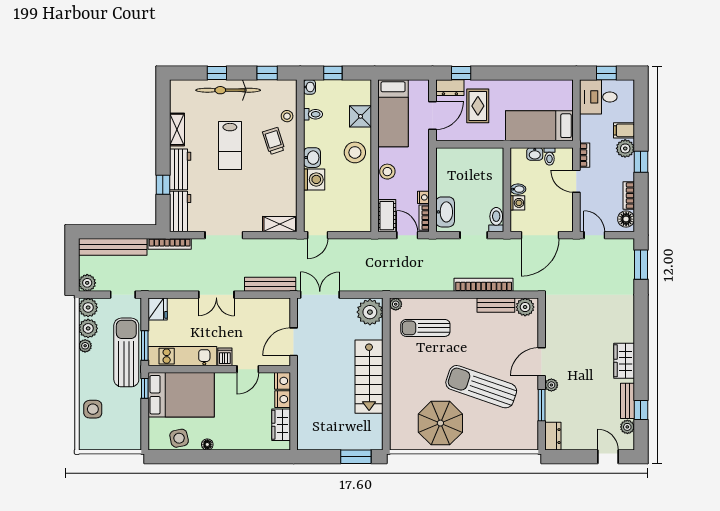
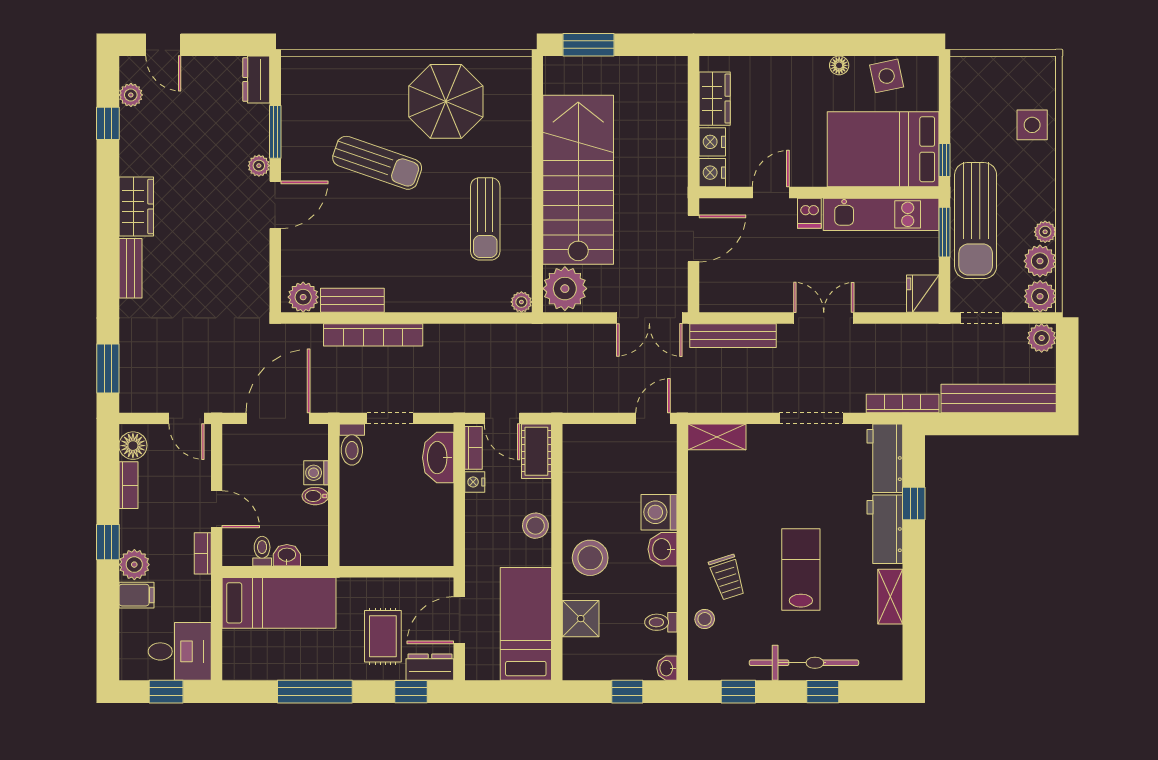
window: (518, 73) -> (315, 692), added
sun lounger: (425, 328) -> (485, 219), moved, turned 90
stairs: (369, 377) -> (578, 180), width x1.36, depth x1.51
sun lounger: (481, 387) -> (377, 163), width x0.73, depth x0.75
bench: (628, 401) -> (130, 268), moved

